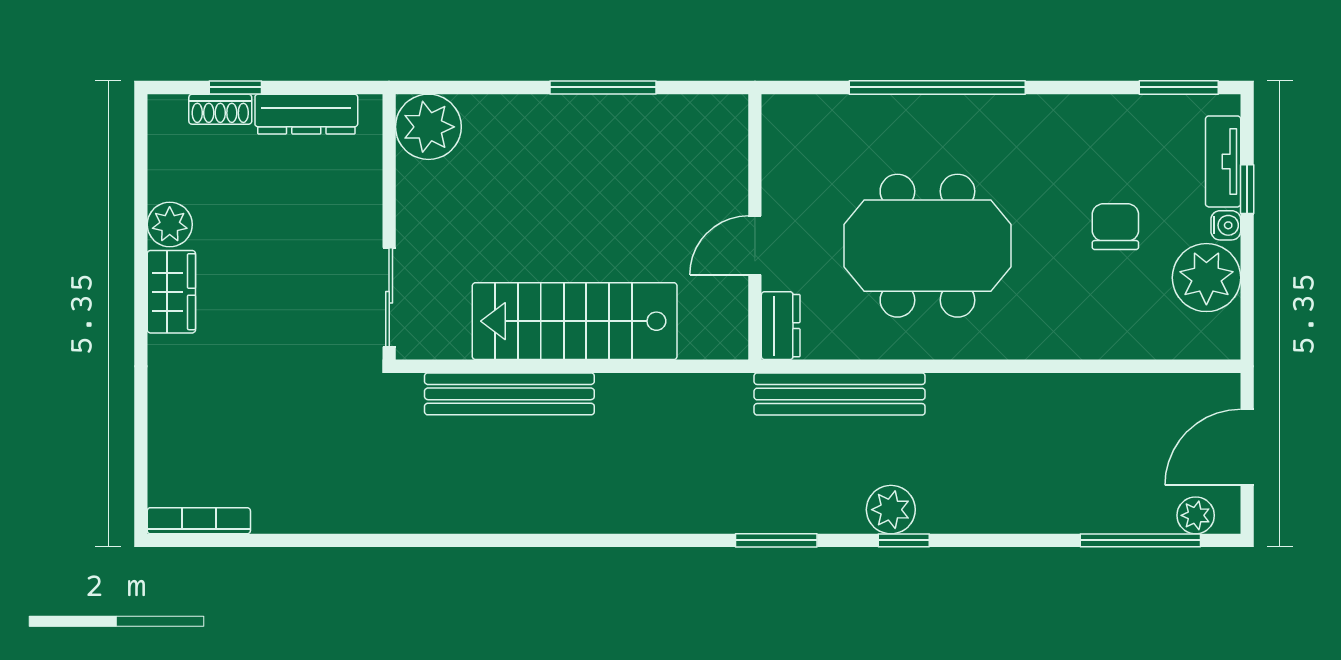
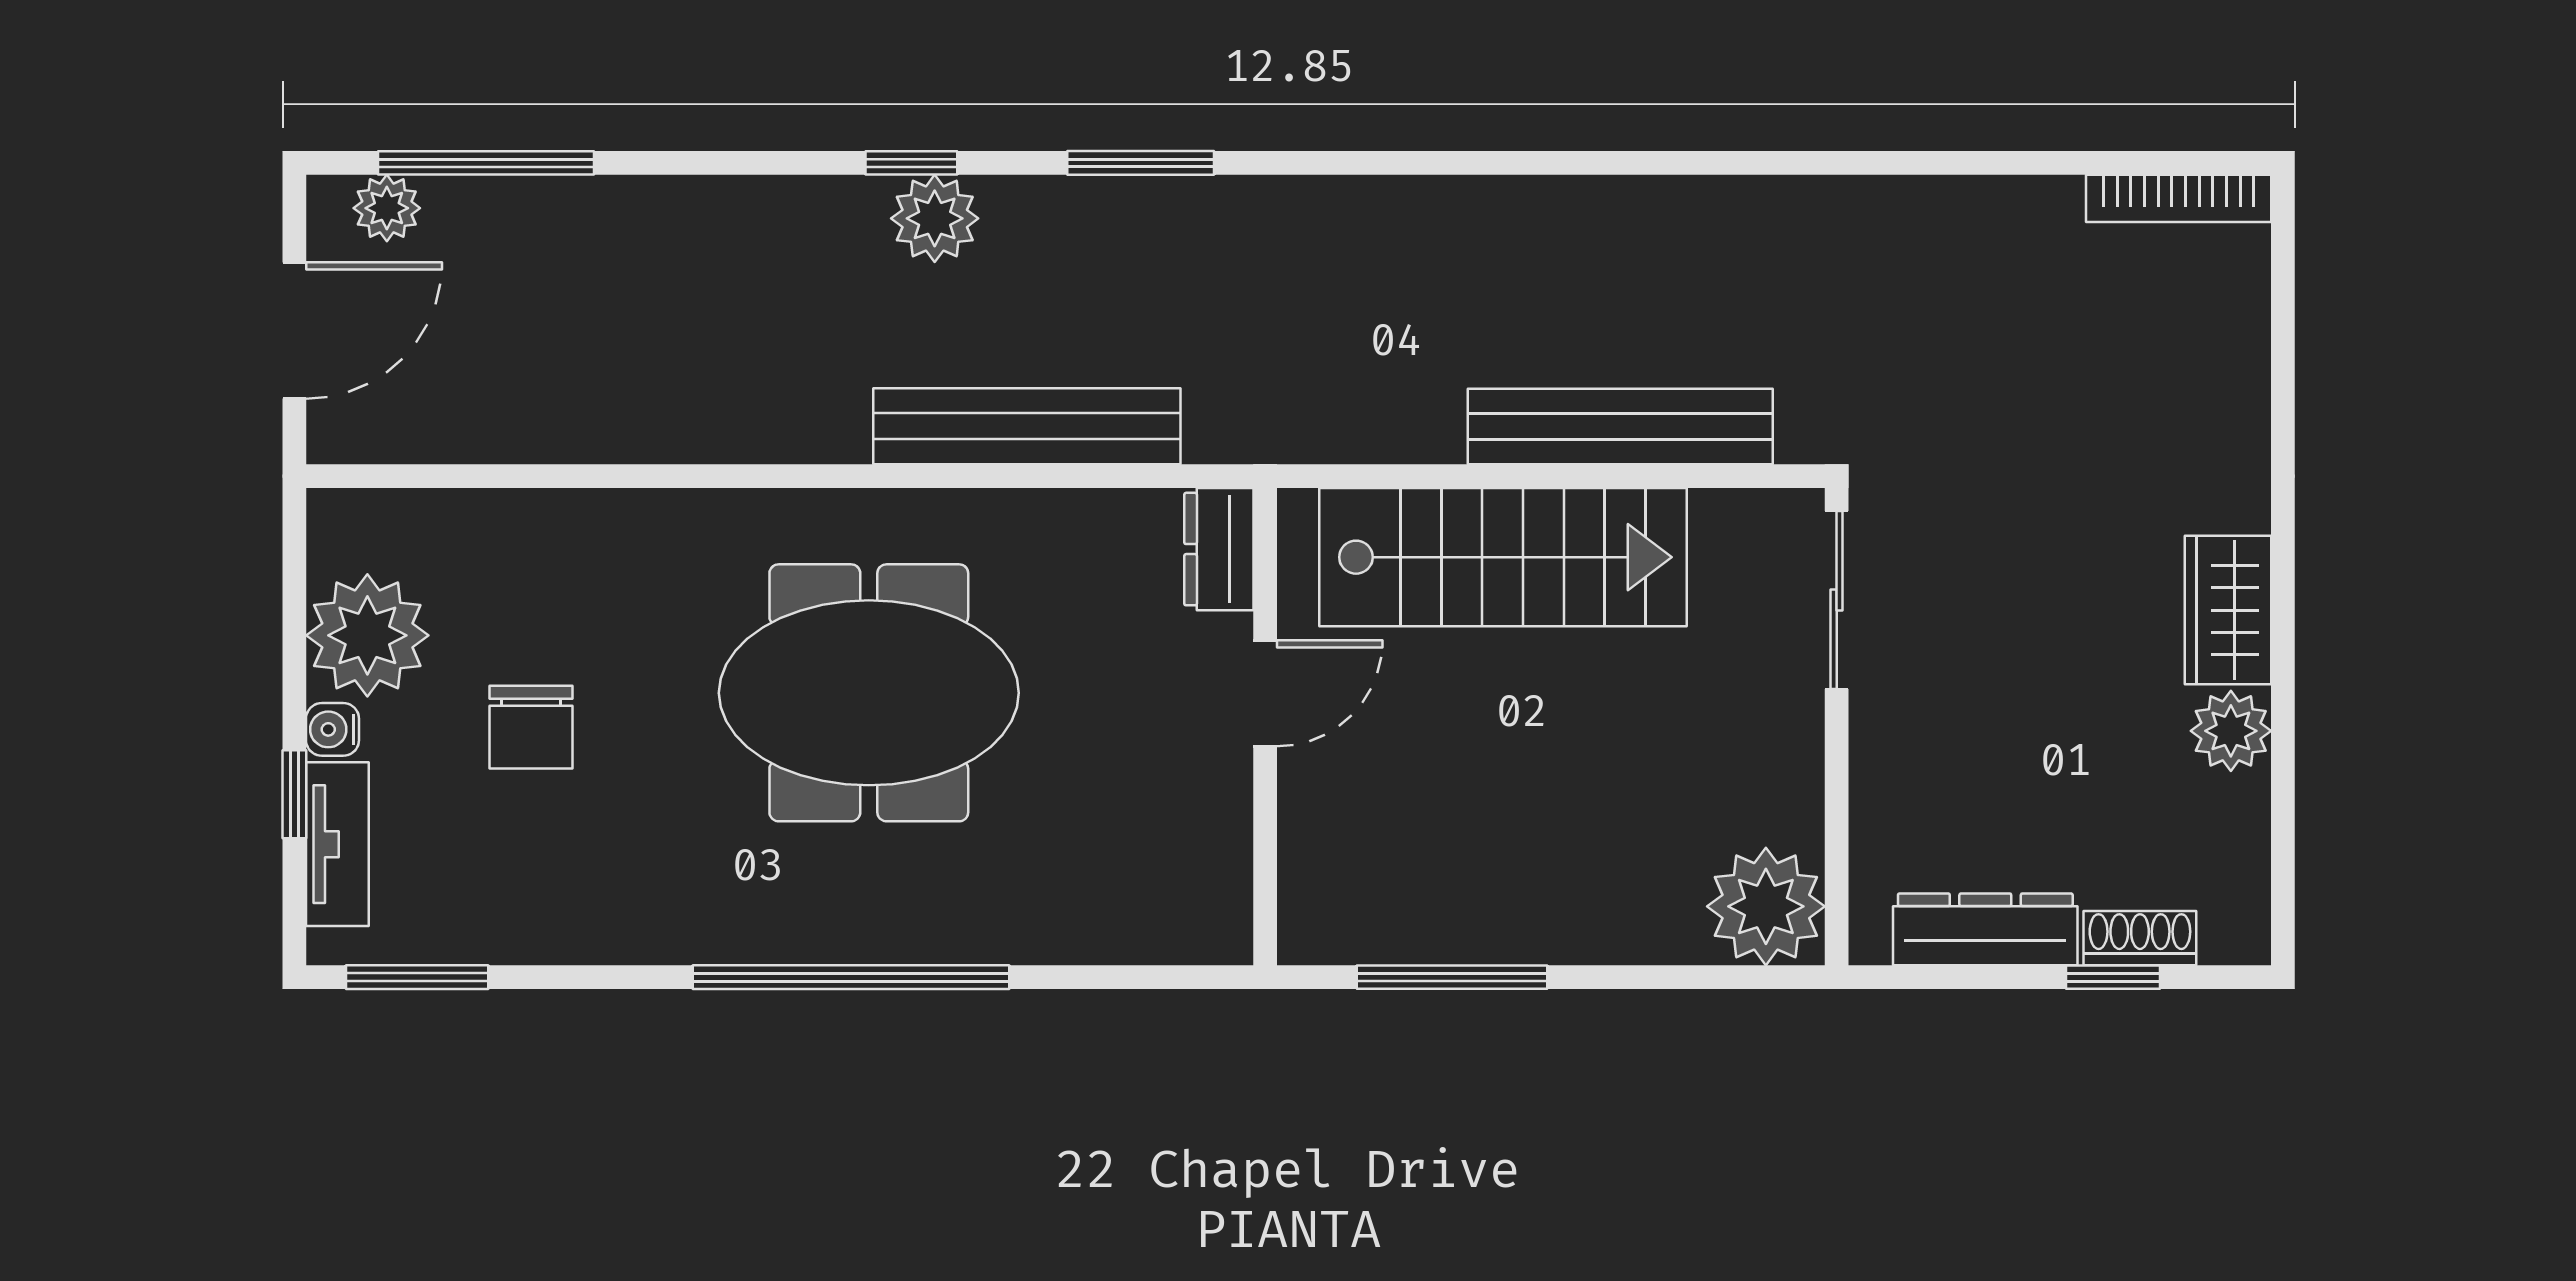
wall: (755, 227) -> (1265, 727), moved
door: (755, 245) -> (1265, 693), moved
dresser: (781, 326) -> (1219, 549), moved

